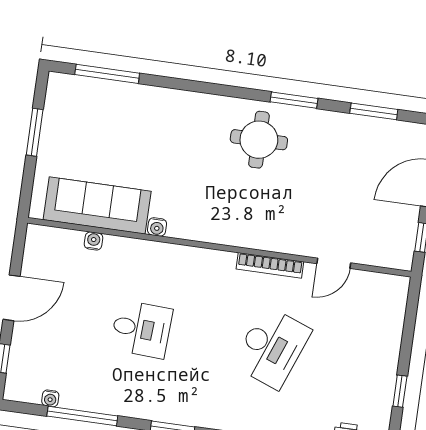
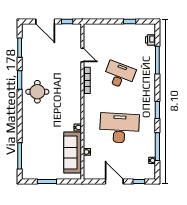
desk: (141, 329) -> (119, 128), width x1.87, depth x1.30

